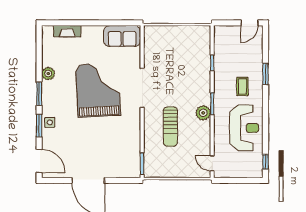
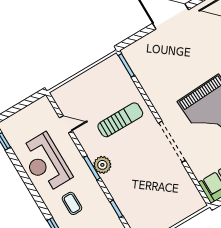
plant: (203, 113) -> (102, 165), moved
sun lounger: (170, 127) -> (120, 120), turned 90
door: (212, 163) -> (66, 124), moved

